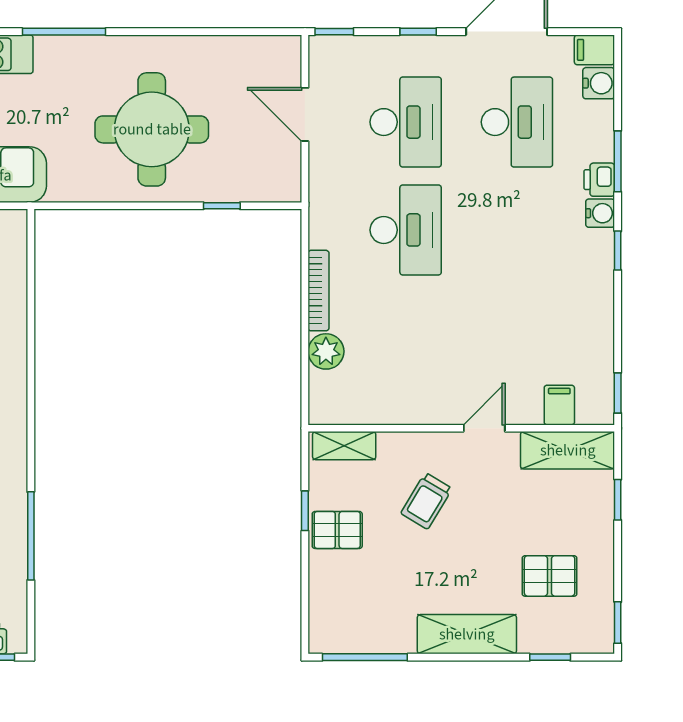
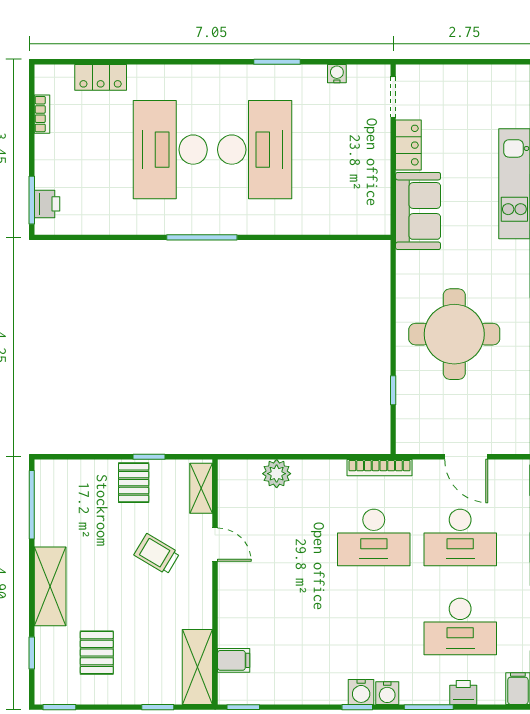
water cooler: (599, 83) -> (361, 692), moved
door: (305, 114) -> (466, 457), swing flipped
printer: (599, 180) -> (463, 692), moved
bookcase: (318, 291) -> (380, 468), moved
door: (484, 428) -> (215, 545), moved
window: (31, 536) -> (202, 237), moved

